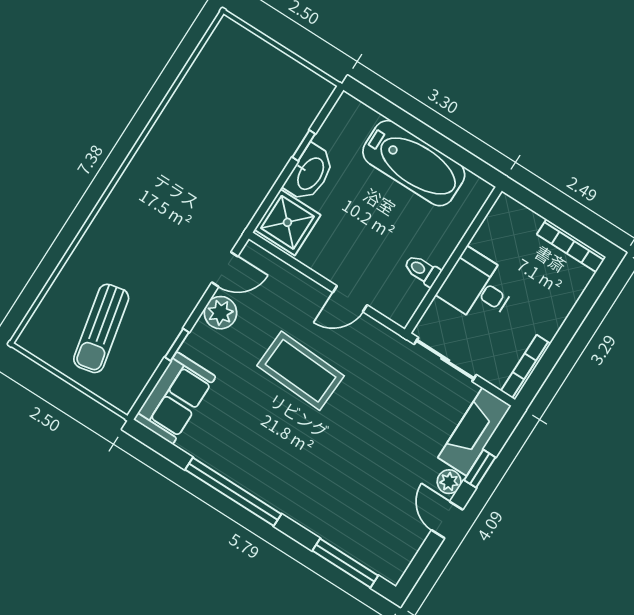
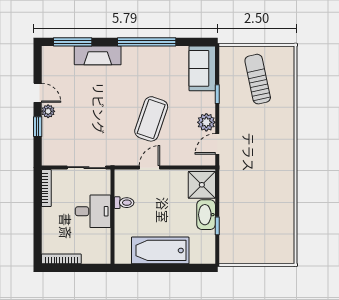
coffee table: (301, 371) -> (151, 119), turned -74
fireplace: (475, 432) -> (98, 55), moved, turned 90

